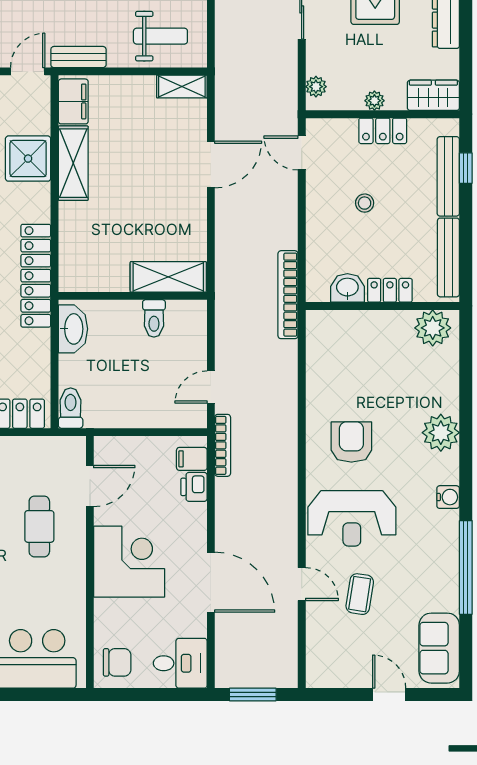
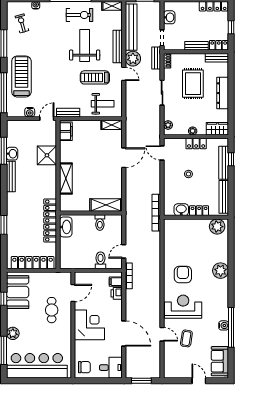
shelving: (73, 163) -> (66, 178), moved
locker: (36, 276) -> (50, 221), moved
toilet: (71, 408) -> (100, 260), moved
water cooler: (448, 497) -> (224, 325), moved
reception desk: (352, 518) -> (183, 307), turned 180

